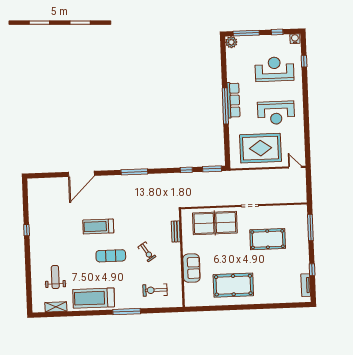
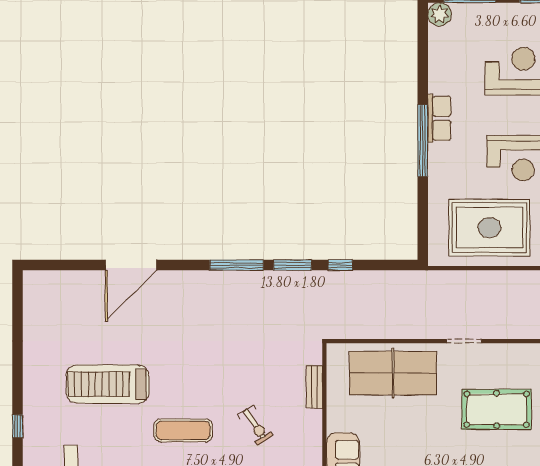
row of seats: (233, 100) -> (439, 118), width x0.68
window: (212, 169) -> (292, 265), moved
treadmill: (98, 226) -> (108, 384), moved, width x1.37, depth x1.37
window: (27, 230) -> (17, 426), moved

